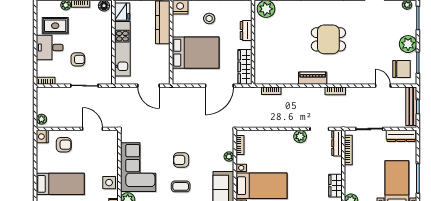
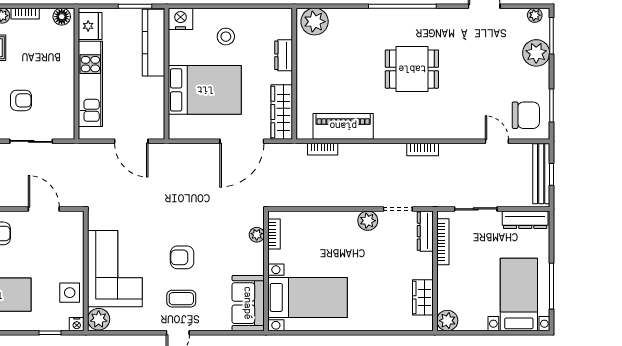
plant: (408, 44) -> (536, 53), moved
piano: (313, 78) -> (343, 126), moved, width x1.37, depth x1.33
plant: (229, 157) -> (257, 235), moved

